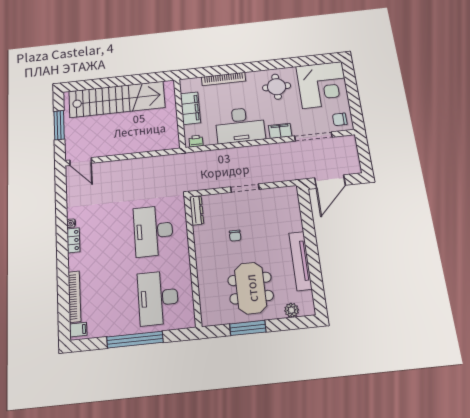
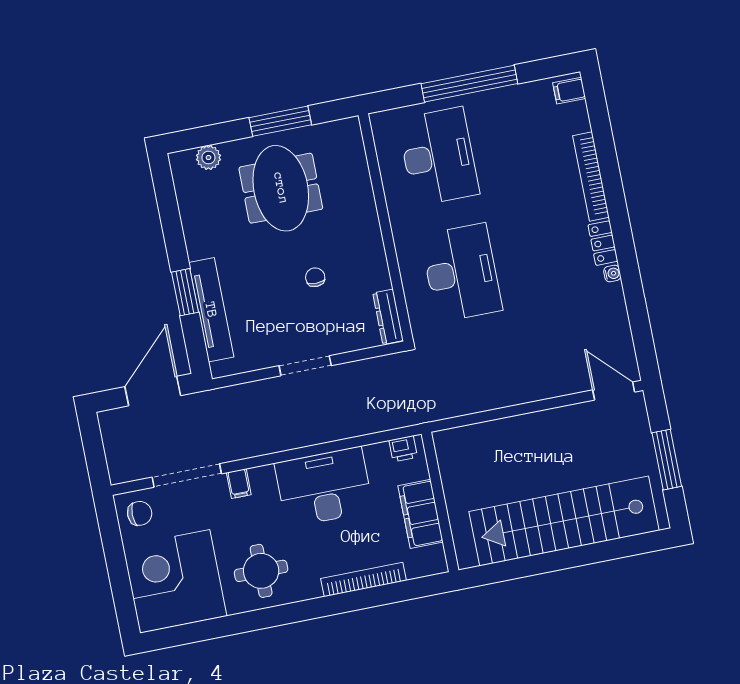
filing cabinet: (280, 131) -> (239, 484), width x0.50
window: (309, 234) -> (185, 292), added
tv unit: (300, 261) -> (211, 310), moved
bookcase: (74, 297) -> (591, 176), moved

